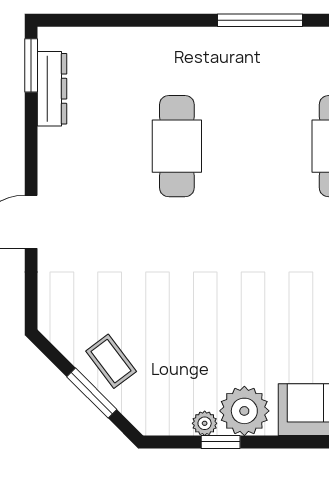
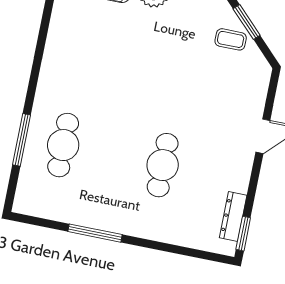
coffee table: (111, 361) -> (231, 39), turned -53

